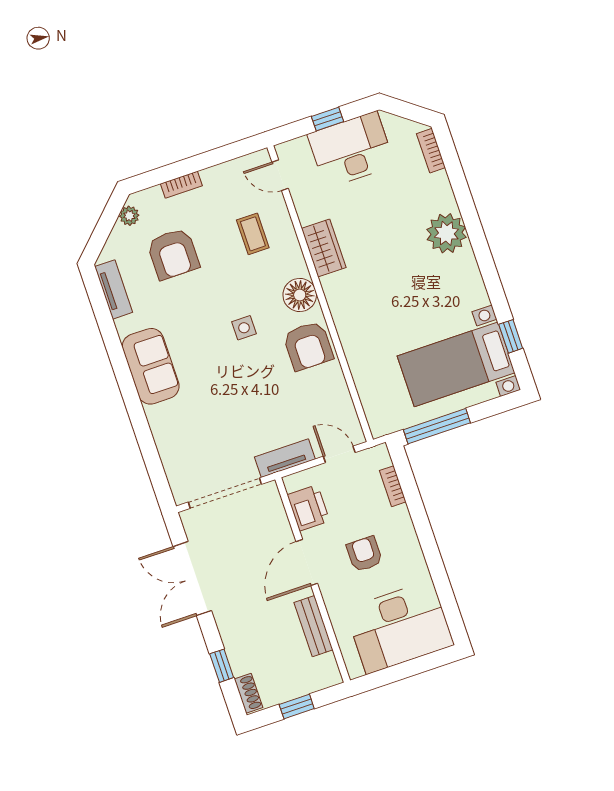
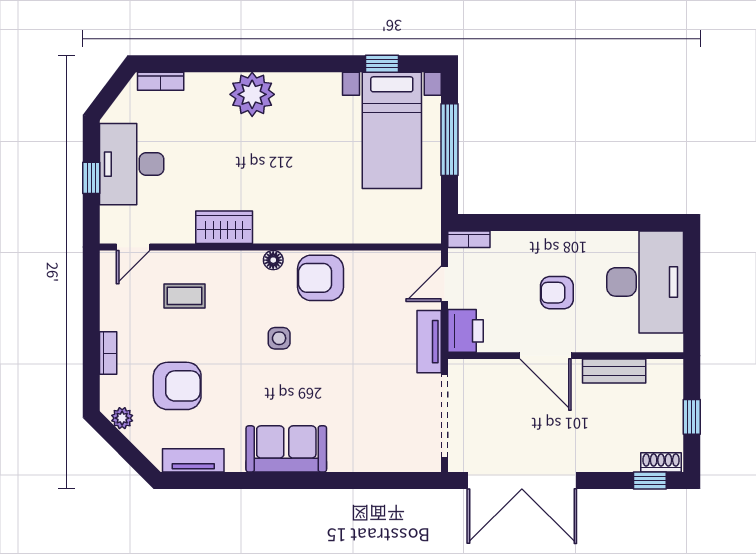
floor lamp: (300, 295) -> (273, 260), width x0.53, depth x0.53
armchair: (308, 346) -> (321, 278), turned 180
window: (437, 426) -> (449, 140), moved
bookcase: (393, 486) -> (469, 239), moved
printer: (308, 508) -> (466, 331), moved, turned 90
double door: (192, 579) -> (522, 480), width x1.36
window: (222, 666) -> (650, 480), moved

